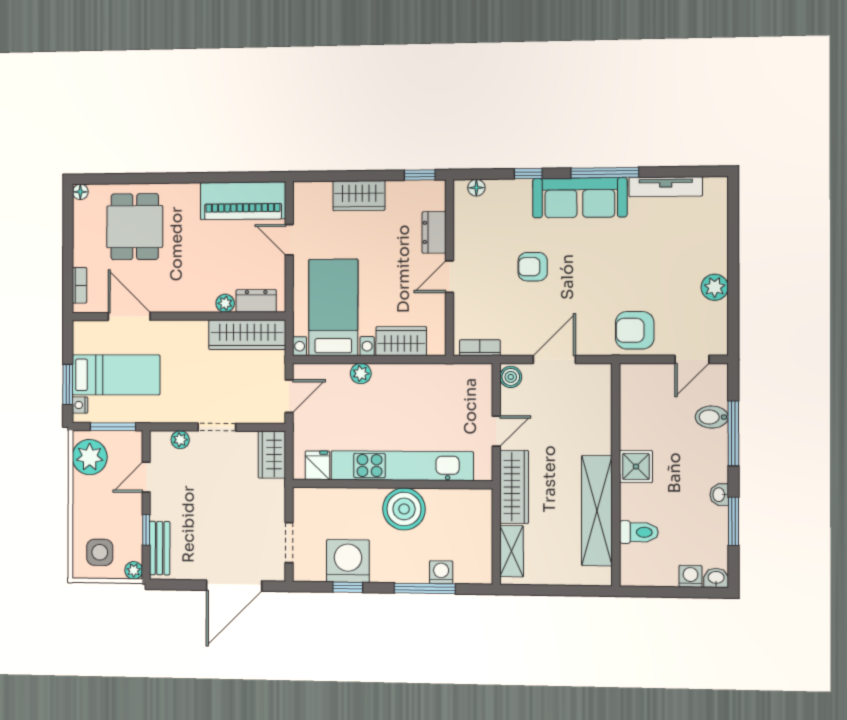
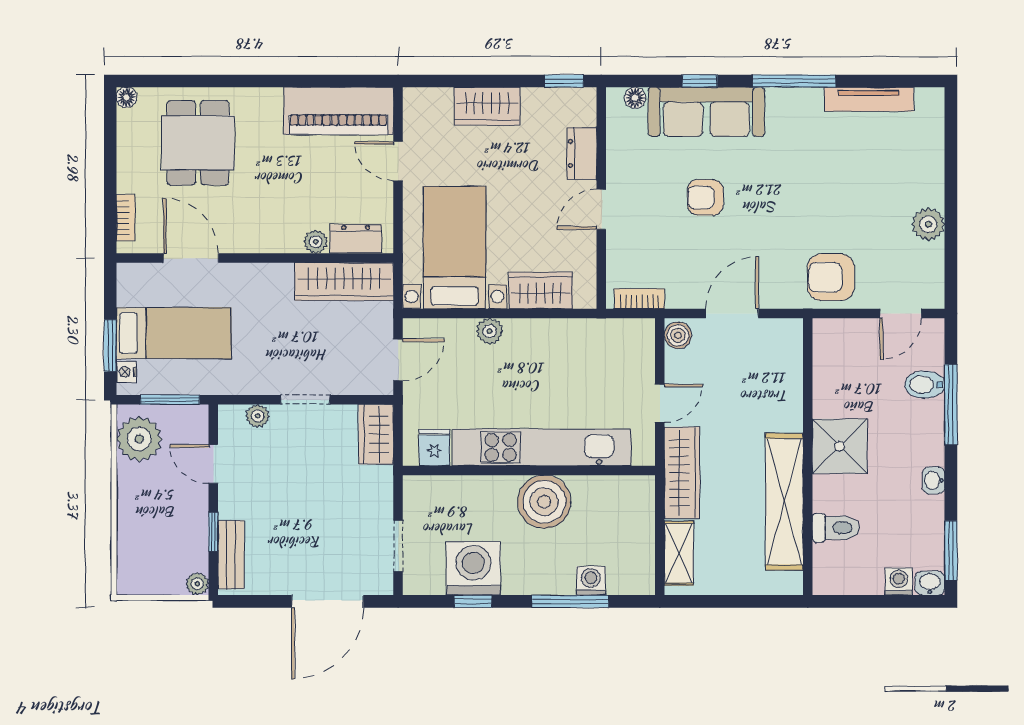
sofa: (580, 198) -> (706, 112), moved
shower: (636, 466) -> (840, 446), width x1.36, depth x1.36
door: (146, 477) -> (213, 464), hinge flipped
window: (733, 521) -> (951, 550), moved
side table: (100, 552) -> (153, 561), removed

